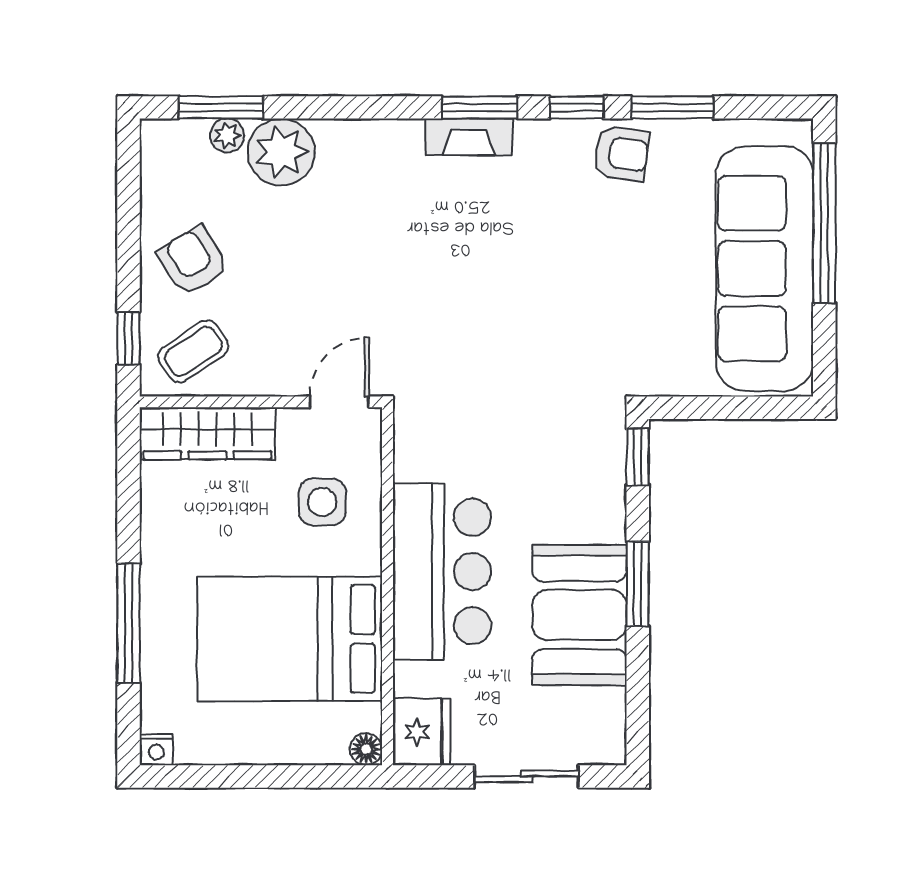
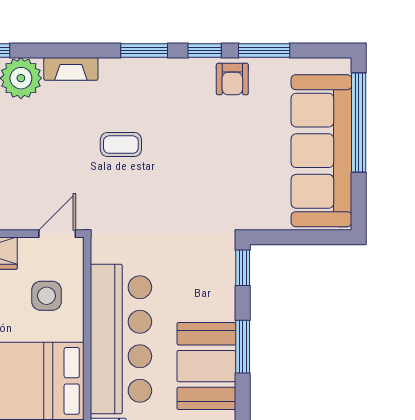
fireplace: (469, 137) -> (71, 69), moved
armchair: (621, 153) -> (232, 79), turned 82
coffee table: (442, 259) -> (121, 145), added
bar counter: (442, 571) -> (121, 339), width x1.36

